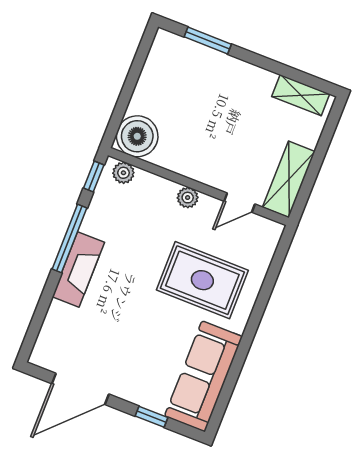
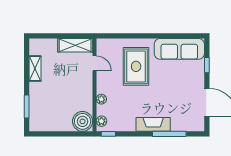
shelving: (301, 95) -> (35, 69), moved
plant: (188, 198) -> (101, 99), moved
window: (70, 238) -> (169, 134), moved

